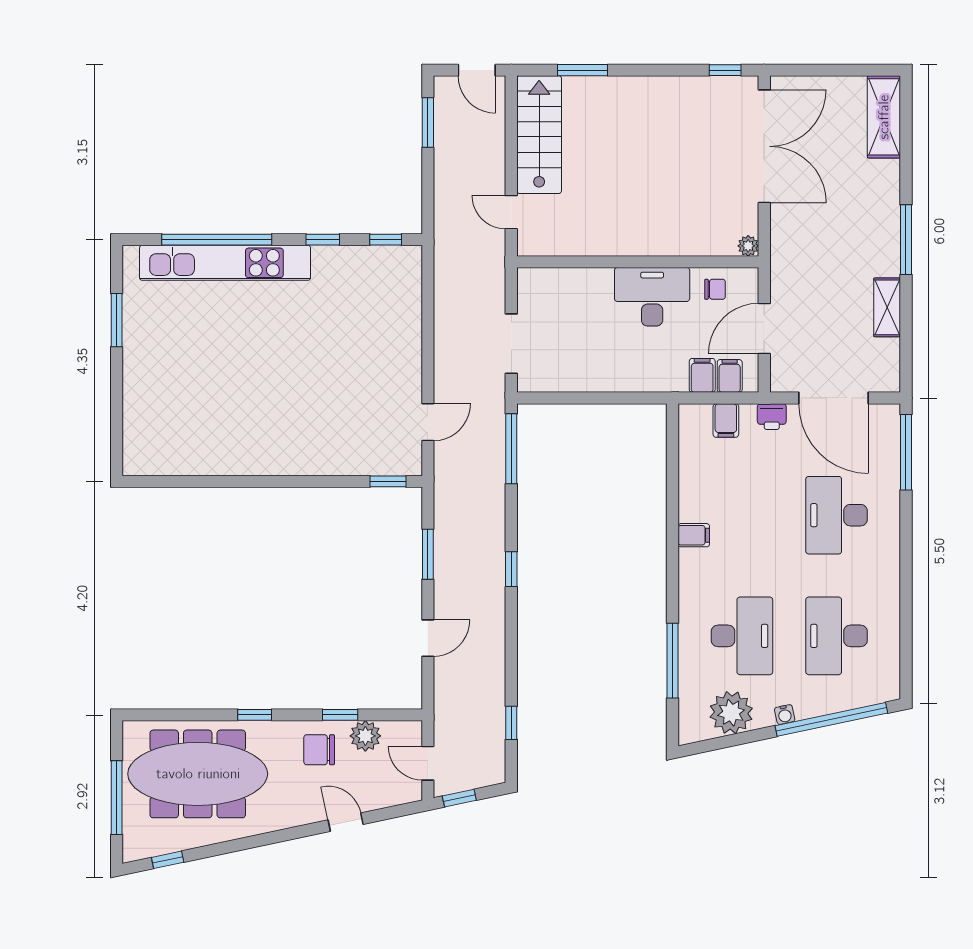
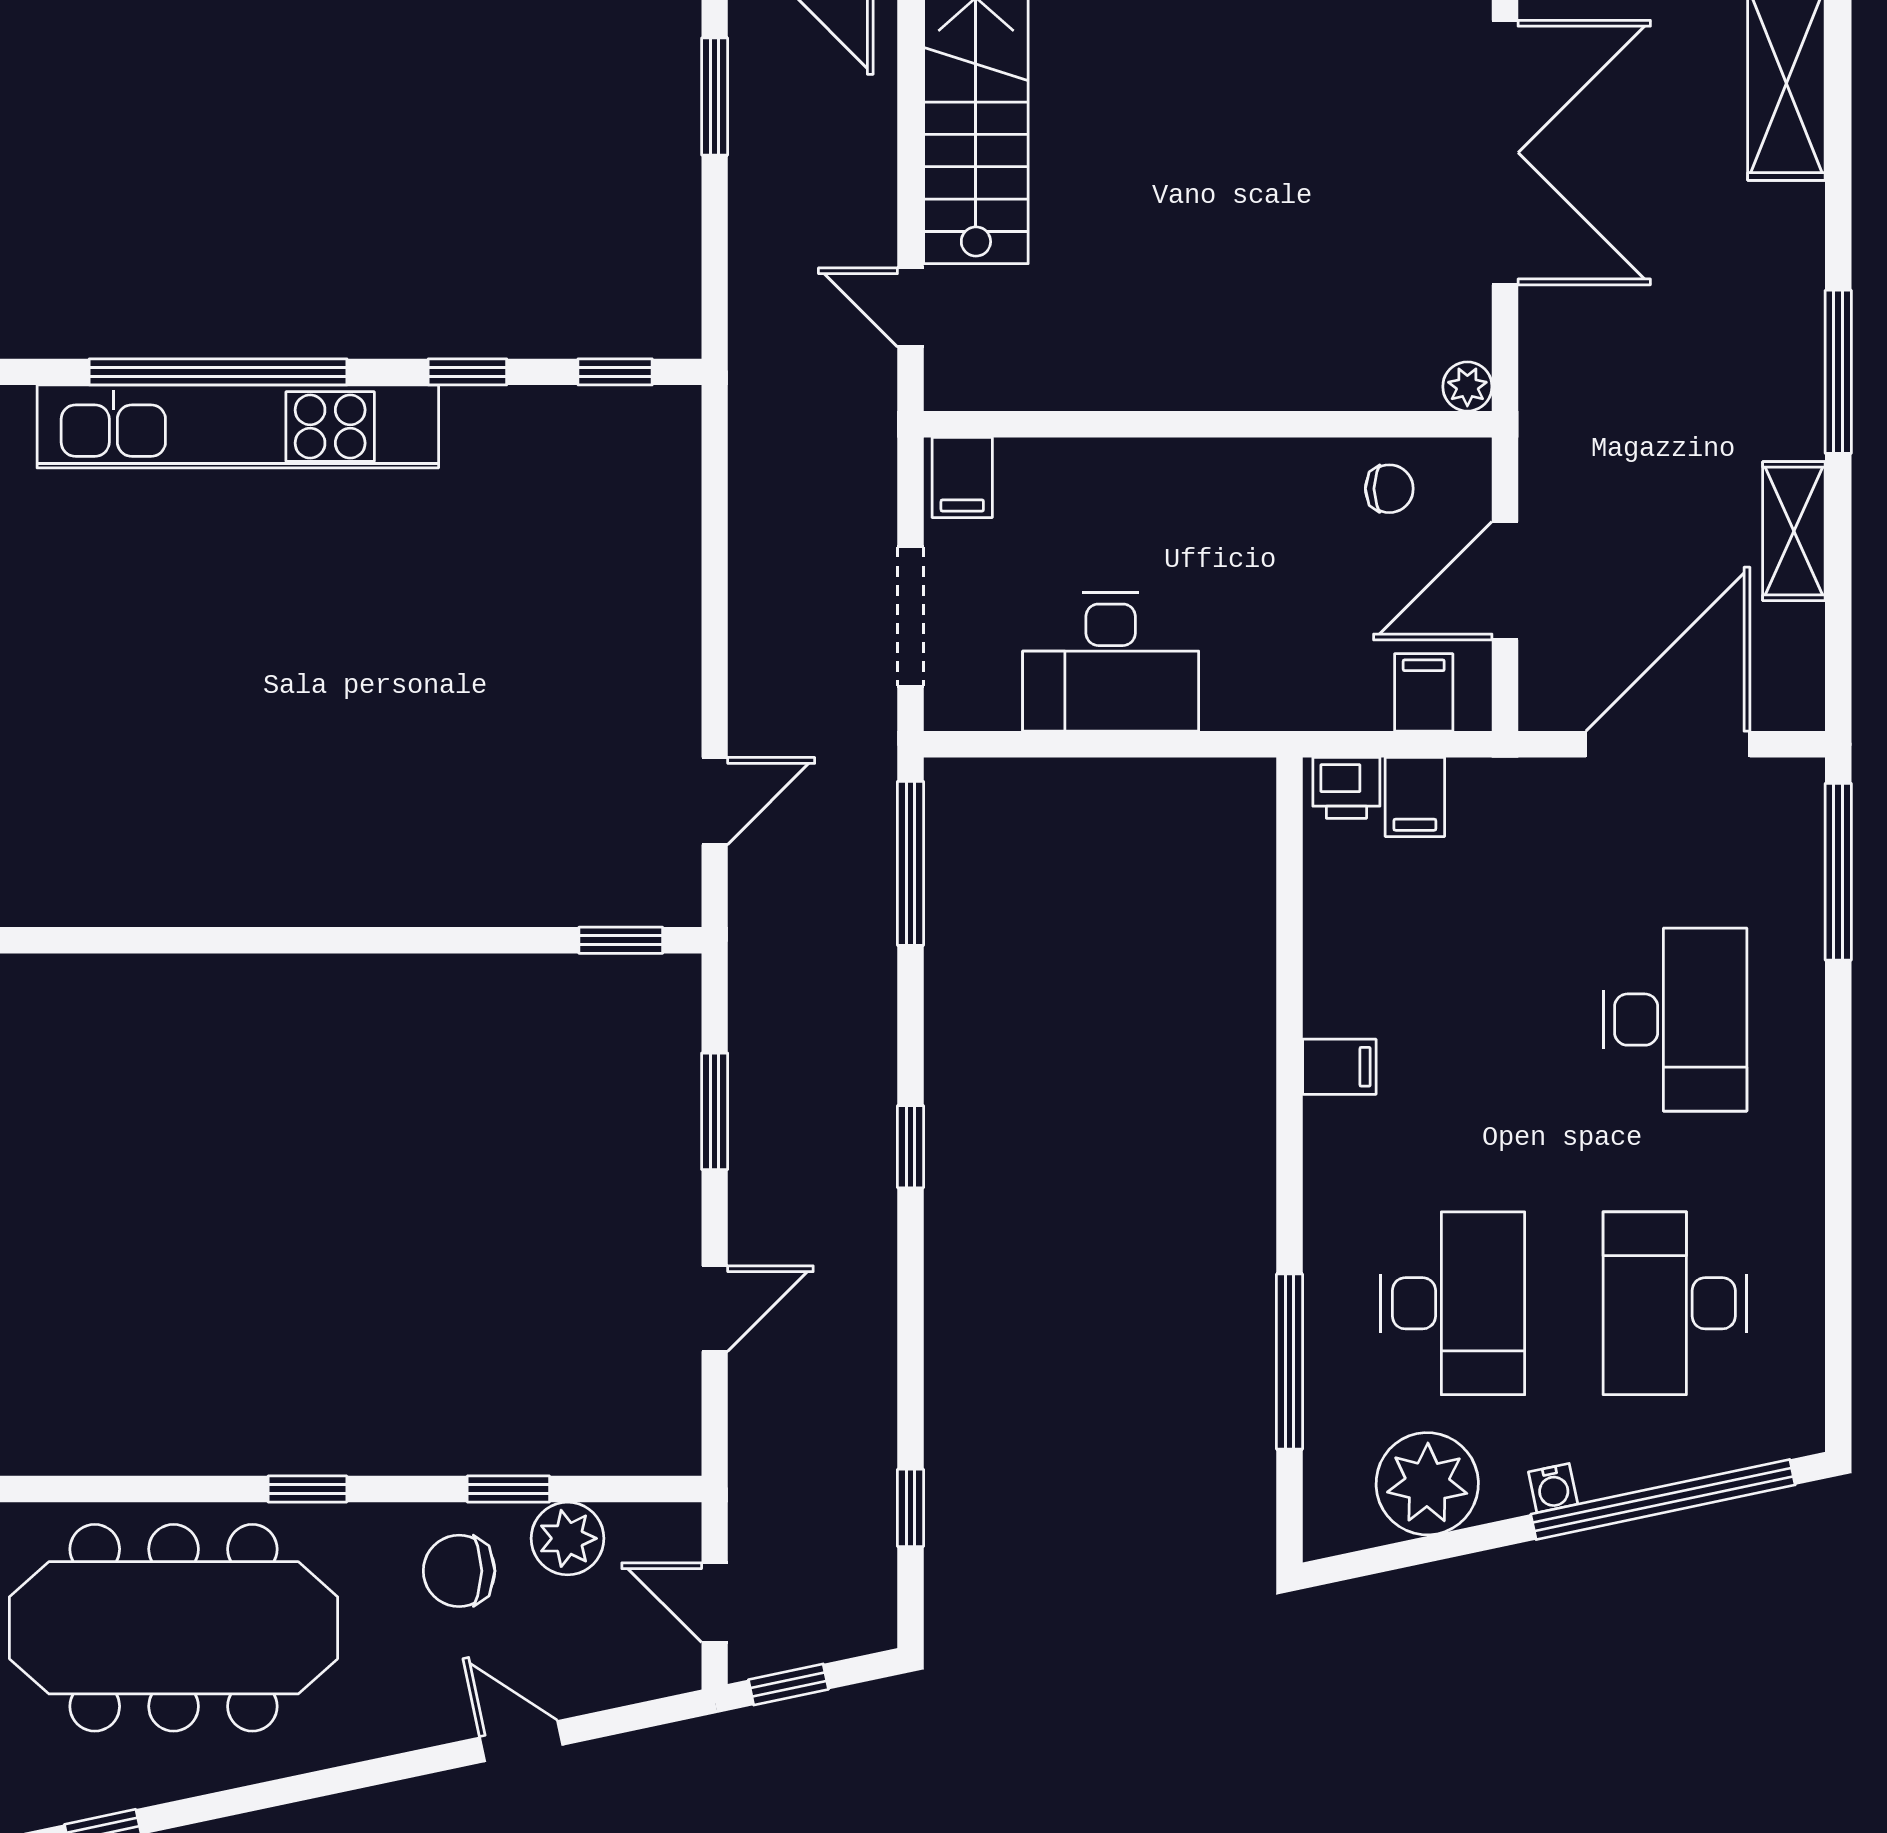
desk: (652, 297) -> (1111, 662), moved, turned 180
filing cabinet: (702, 375) -> (962, 477), moved, turned 180
door: (834, 398) -> (1668, 744), swing flipped
printer: (772, 417) -> (1346, 788), moved
desk: (837, 515) -> (1675, 1020), turned 180

